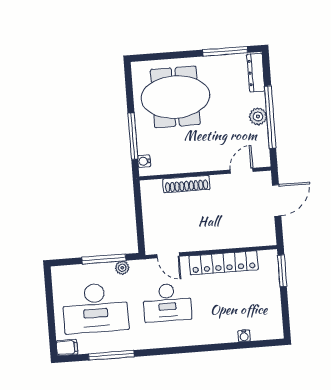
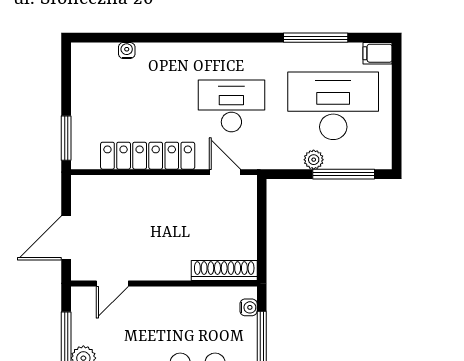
shoe rack: (186, 184) -> (224, 270), moved
window: (104, 259) -> (344, 174), moved
plant: (122, 268) -> (314, 160), moved

